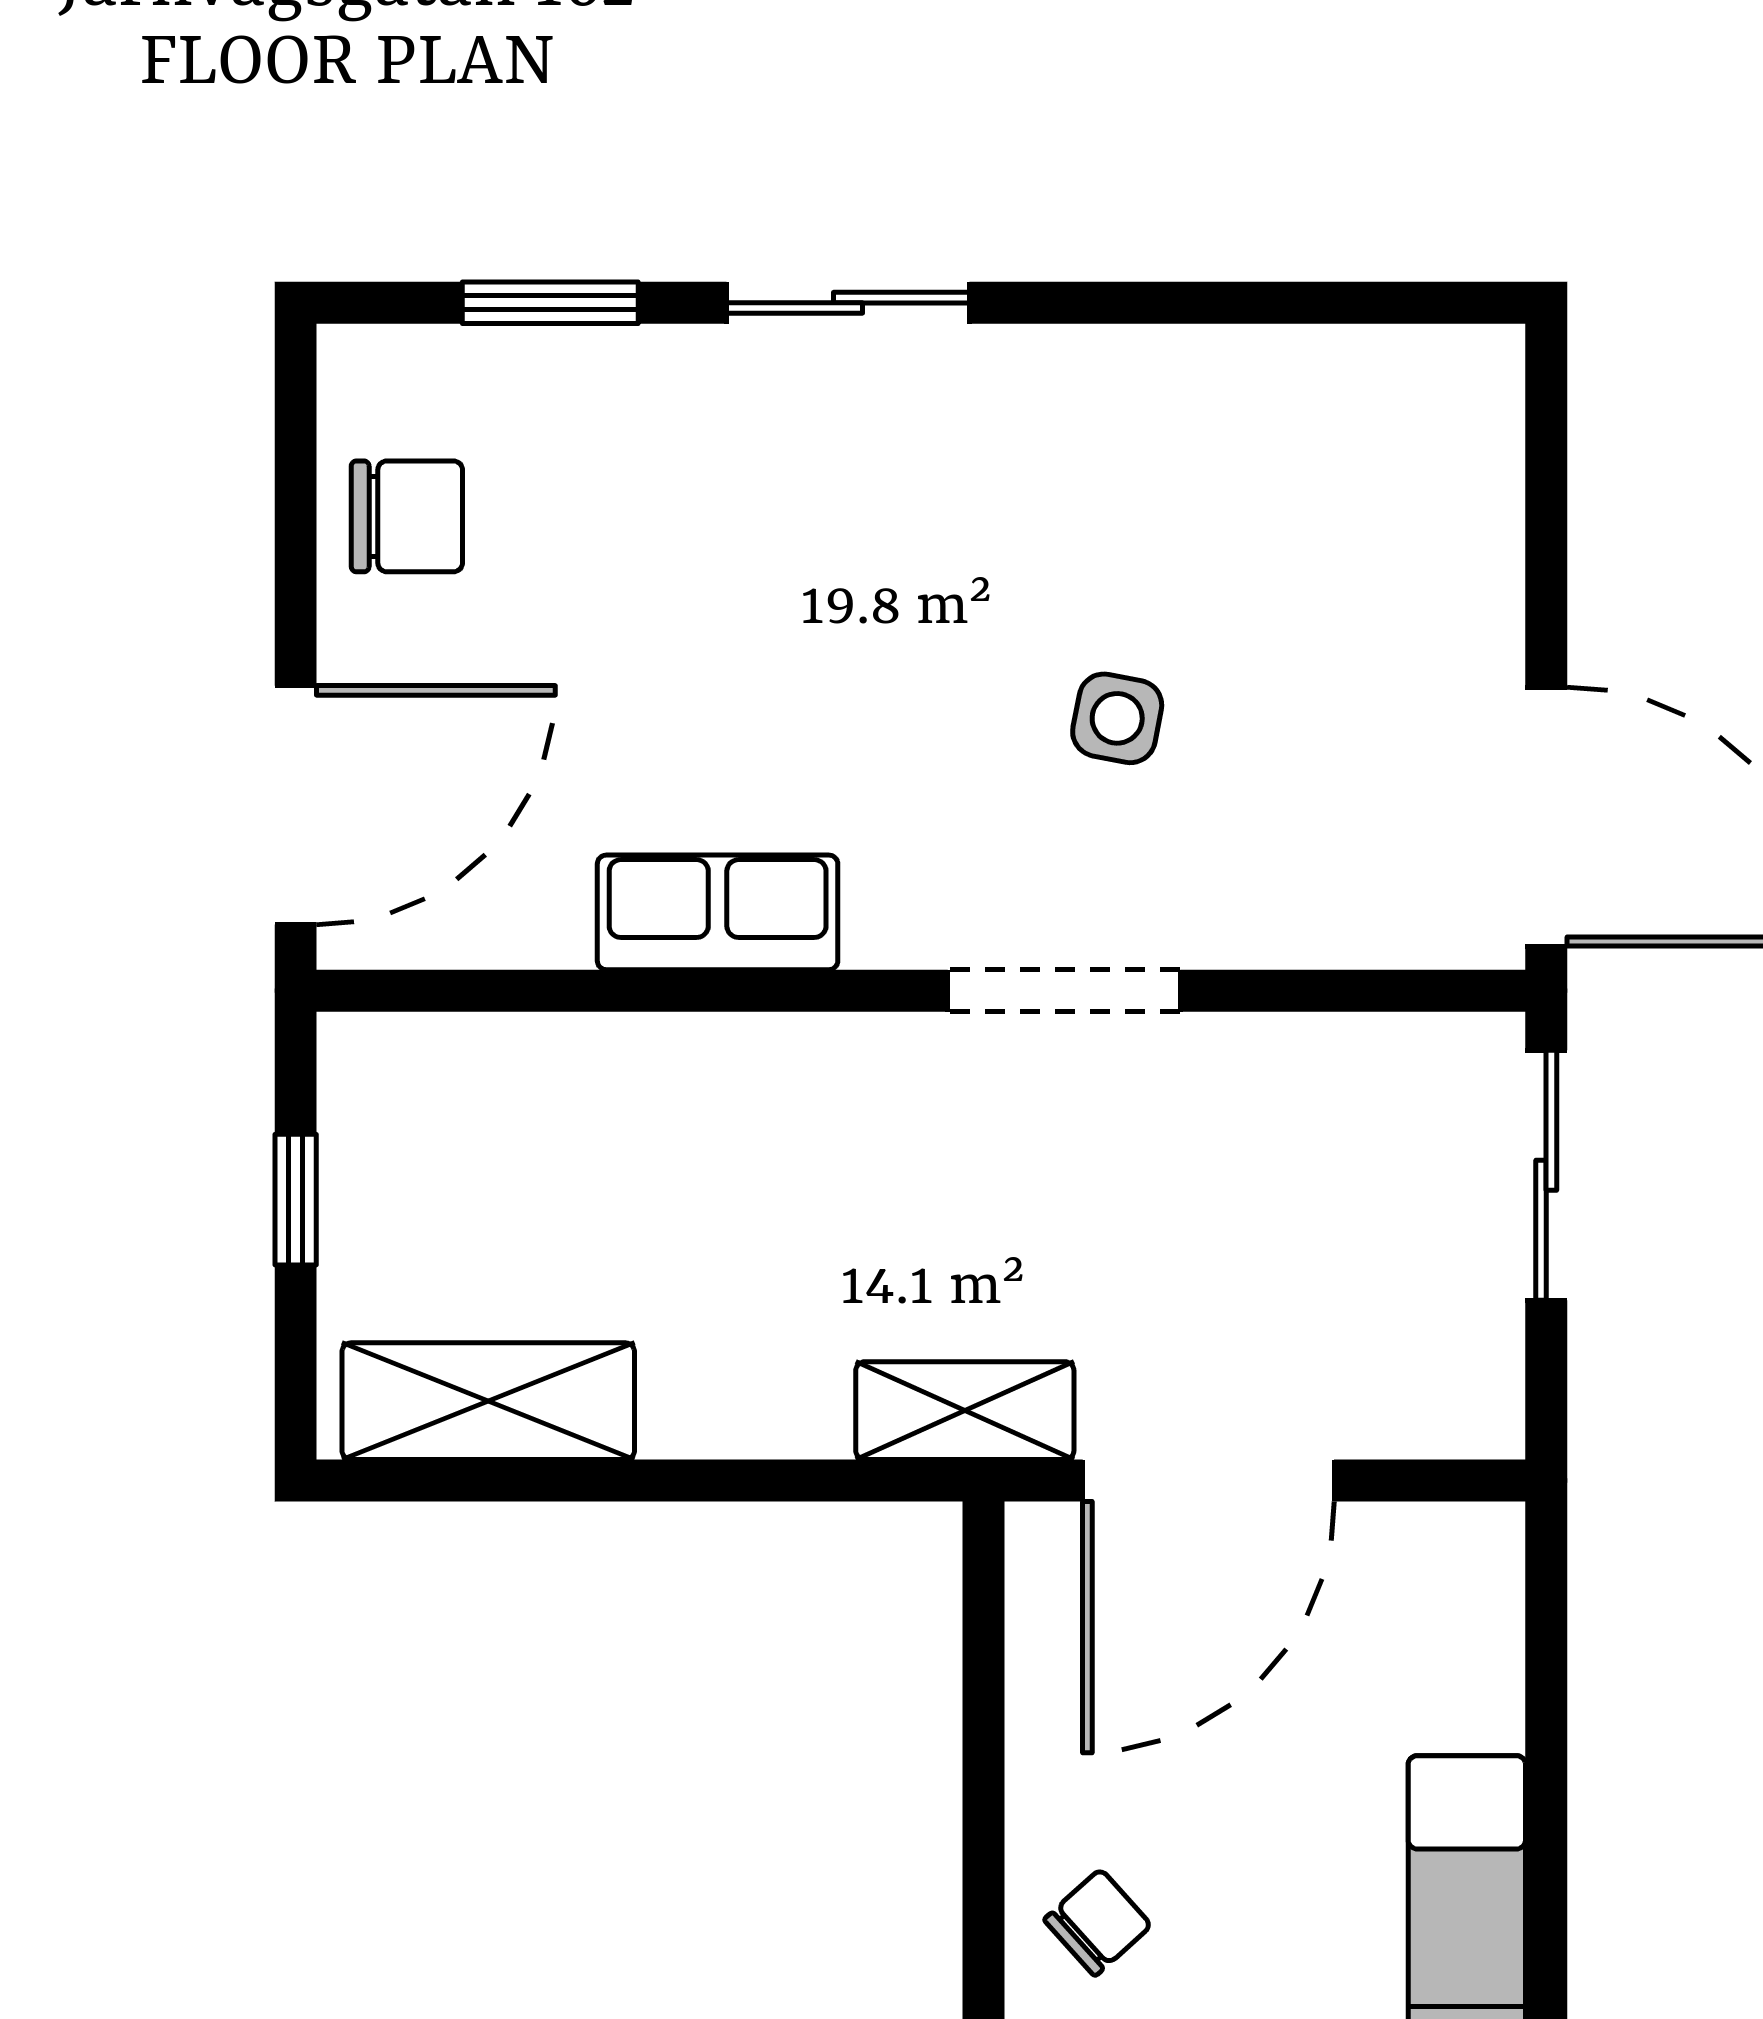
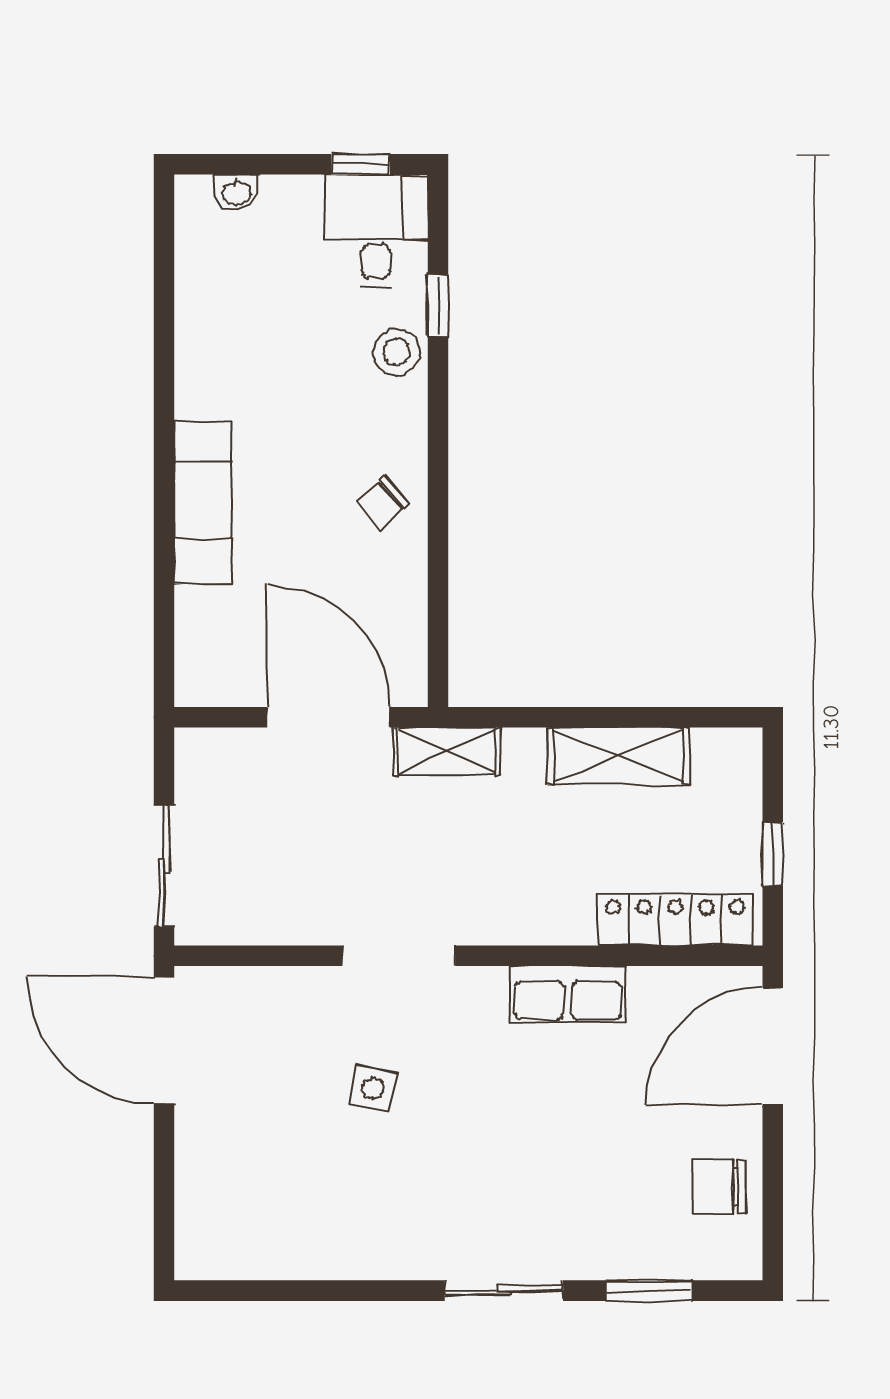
locker: (496, 1064) -> (675, 920), added
shelving: (488, 1401) -> (619, 756), moved
door: (1208, 1480) -> (328, 717), hinge flipped

